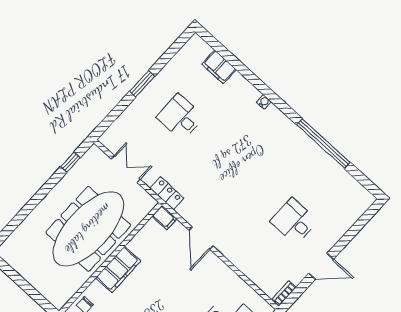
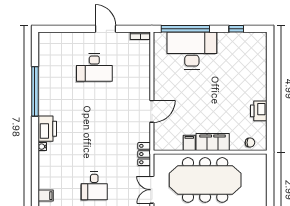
filing cabinet: (219, 67) -> (46, 196), width x0.50
printer: (277, 122) -> (47, 129), added
filing cabinet: (164, 218) -> (189, 143), moved
desk: (294, 221) -> (94, 68), width x1.37

